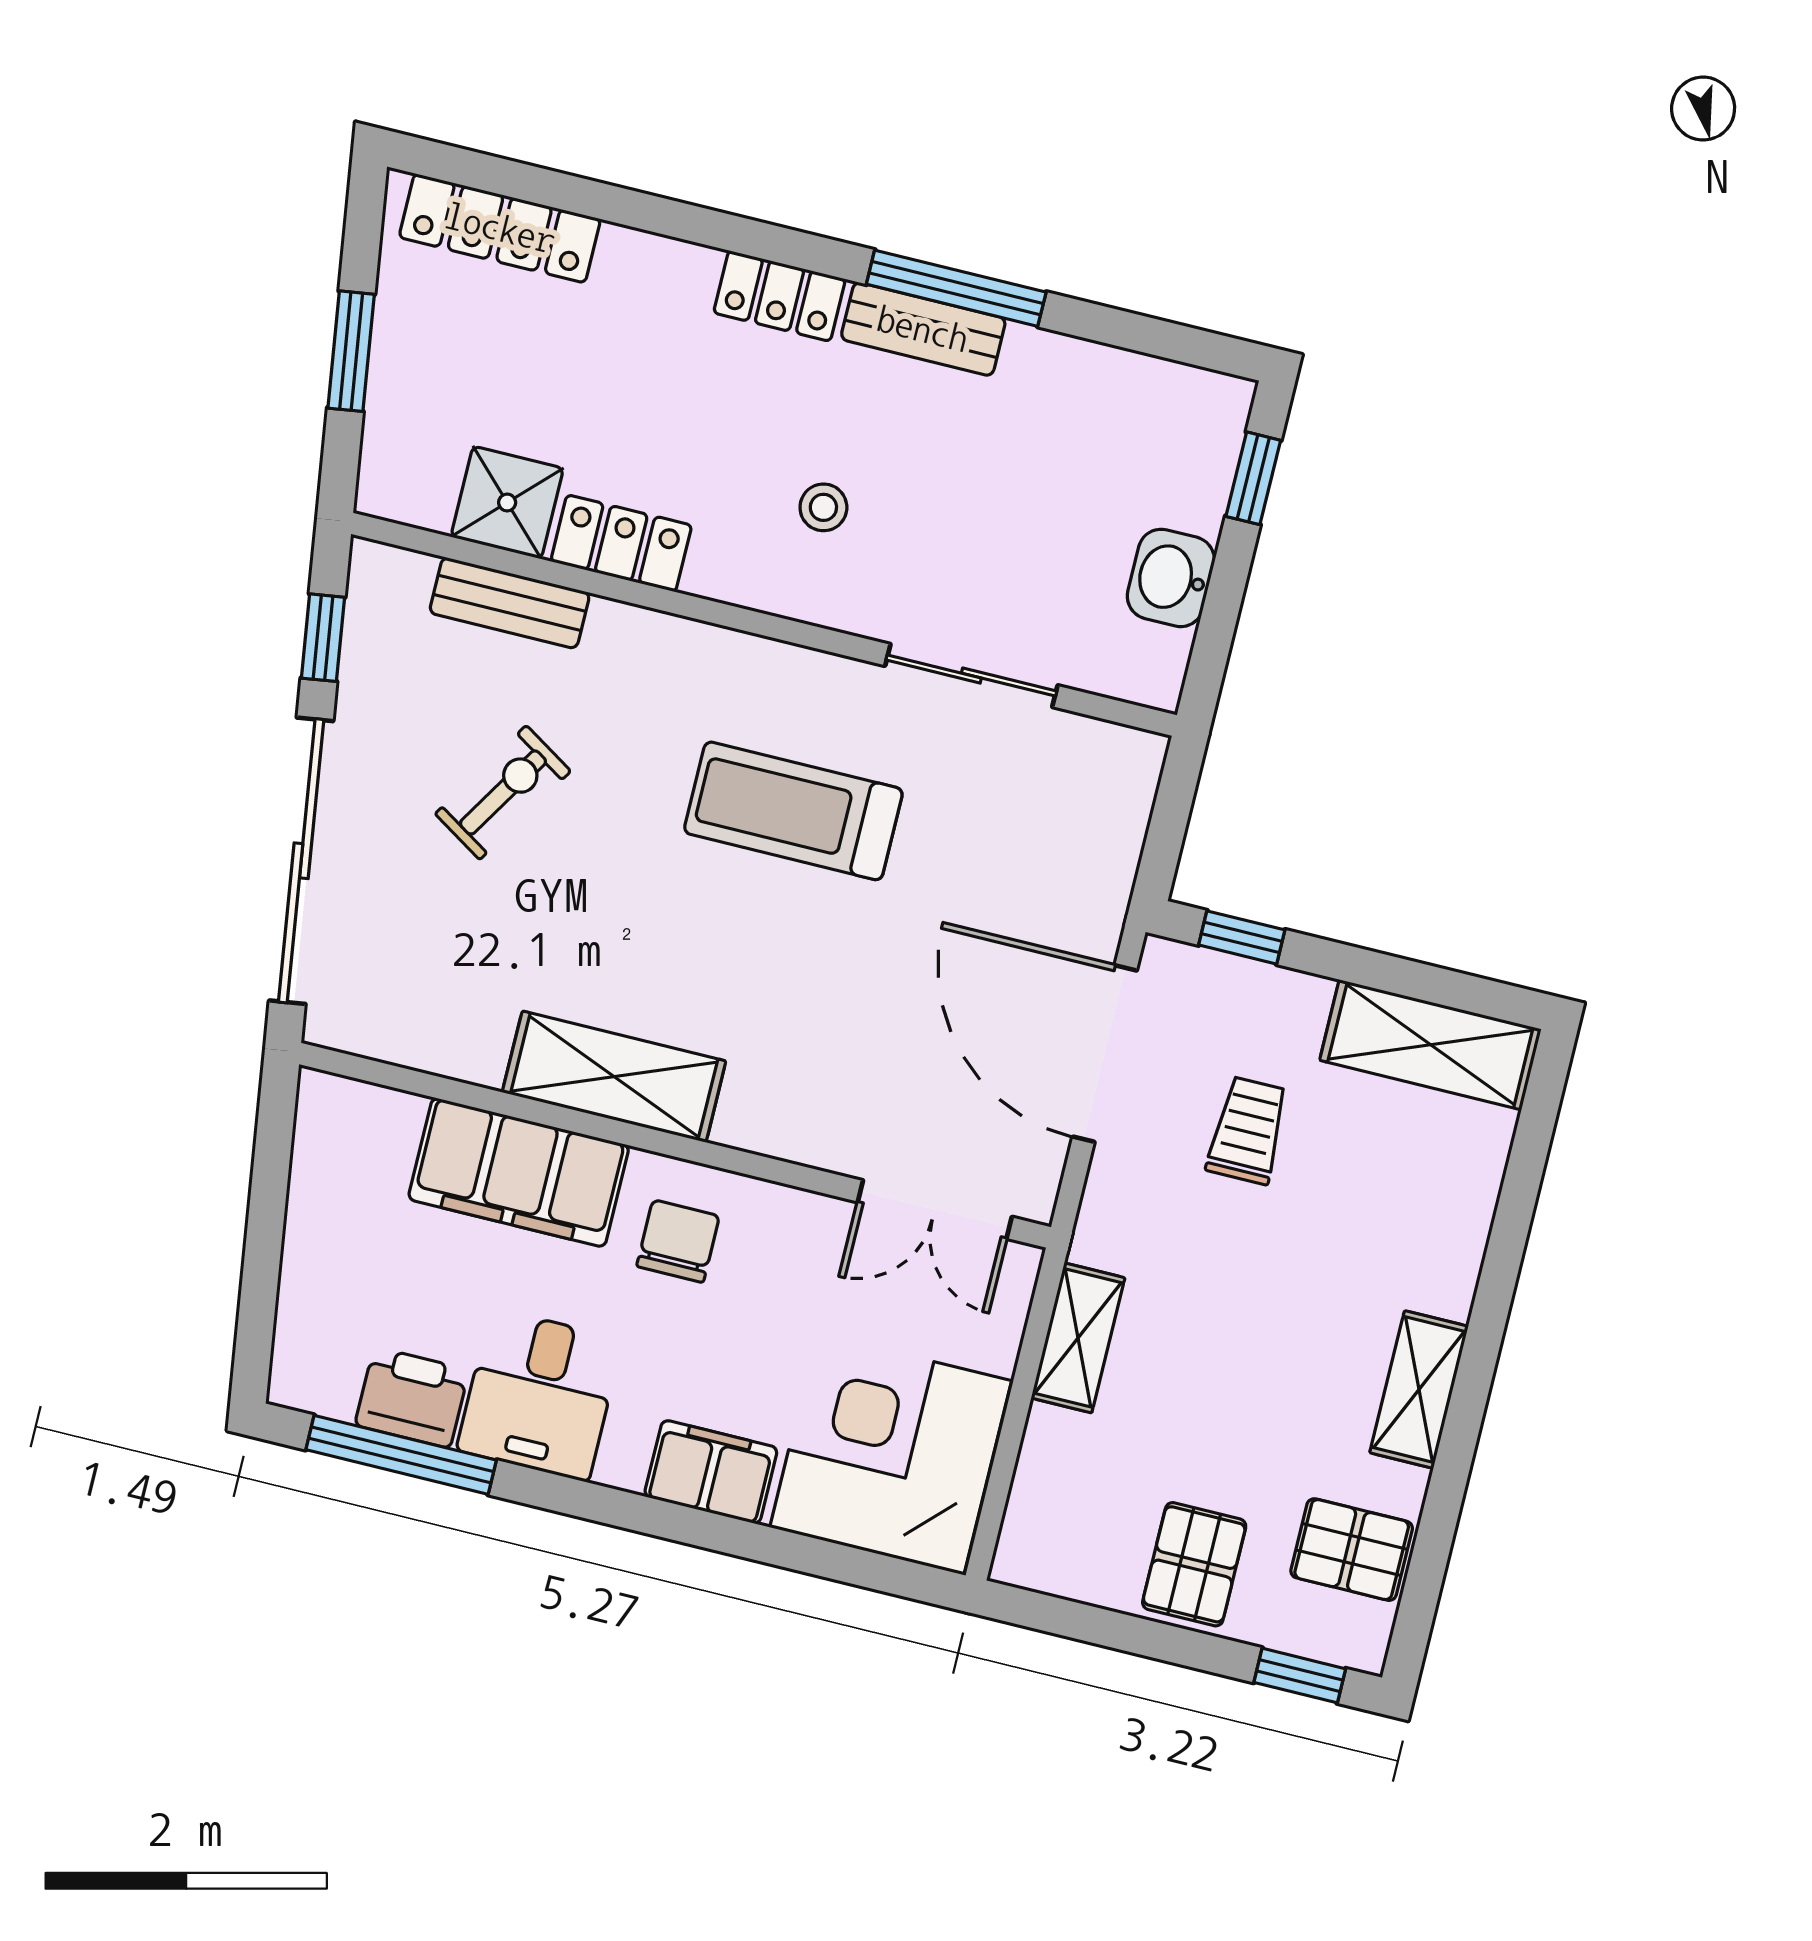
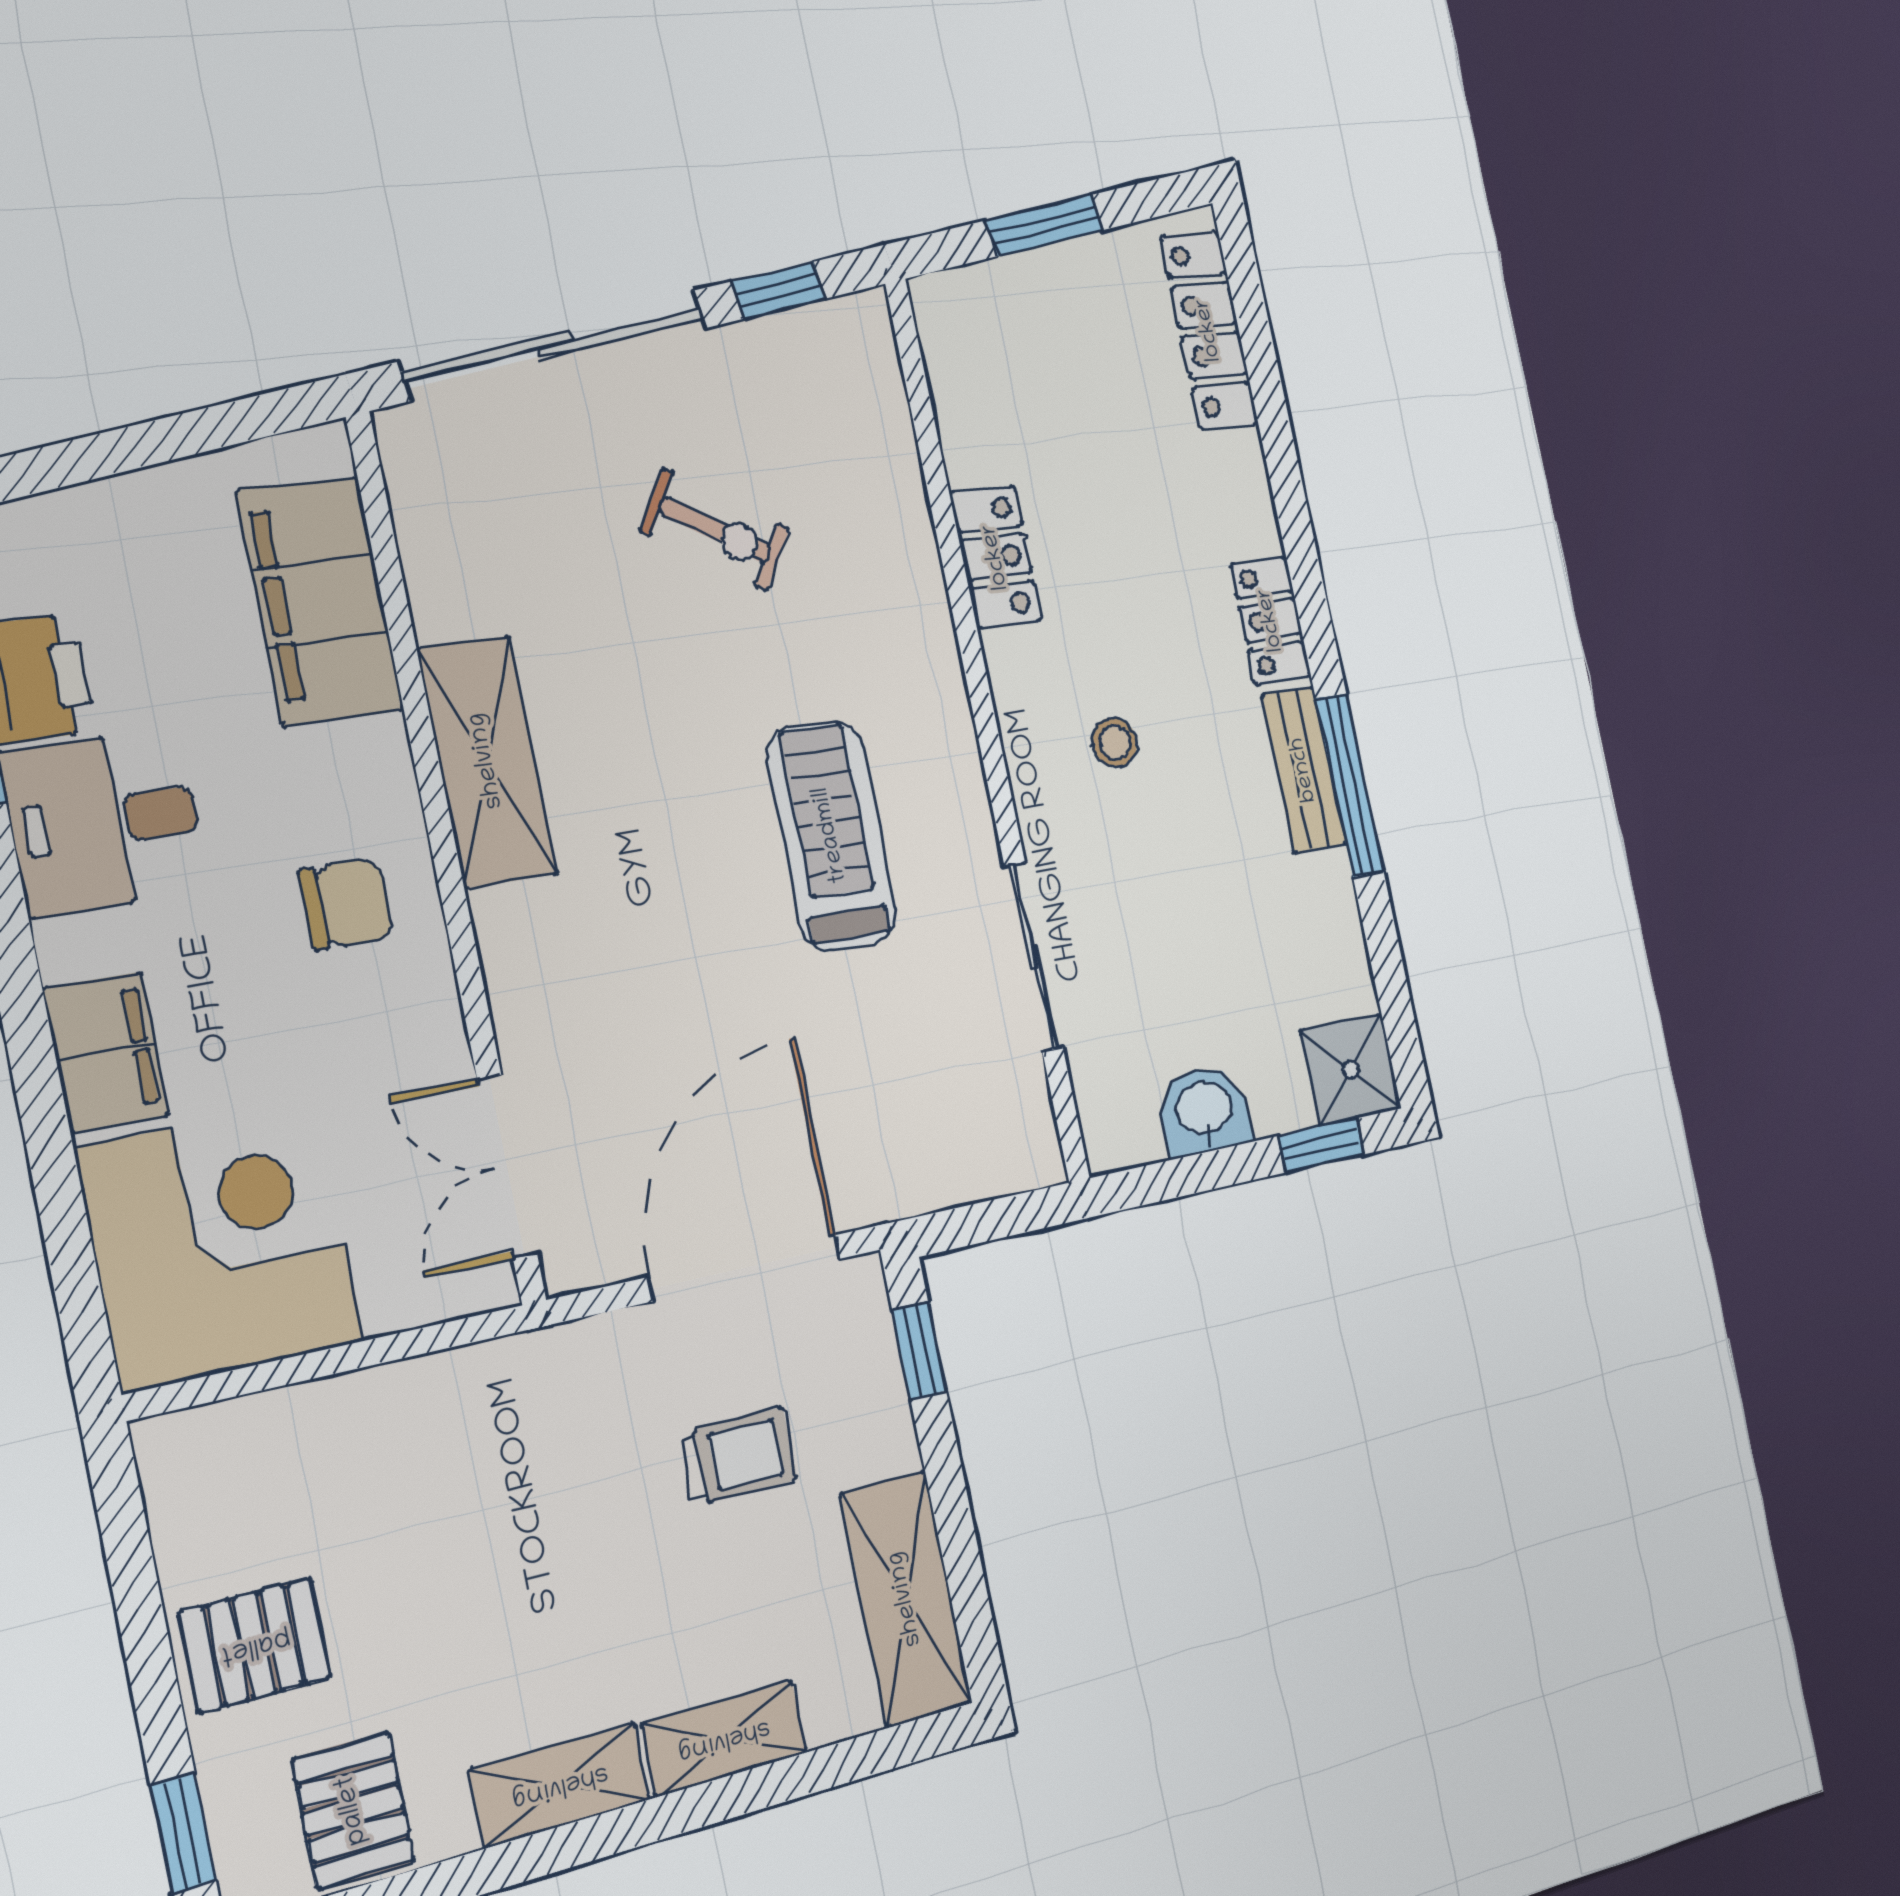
shower: (507, 502) -> (1351, 1070), moved
bench: (510, 603) -> (894, 467), removed
filing cabinet: (519, 1172) -> (320, 601), moved
shelving: (1078, 1338) -> (724, 1739), moved

